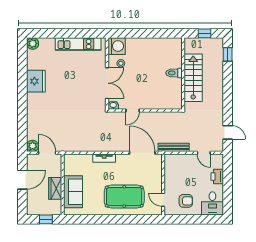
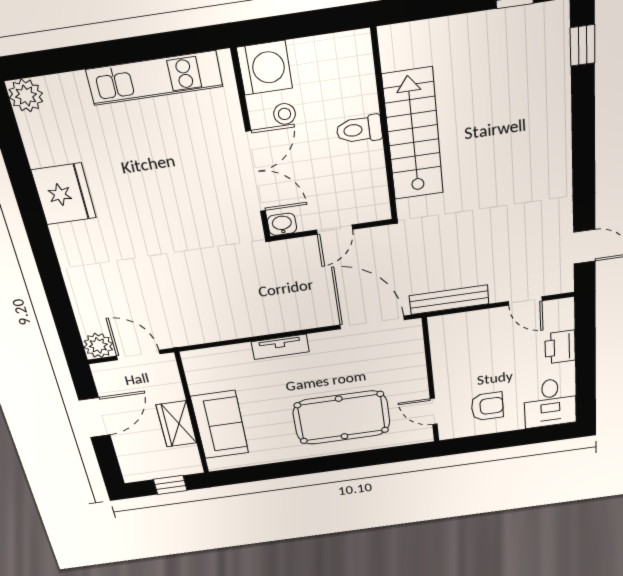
toilet: (174, 73) -> (359, 130), moved
wall: (183, 74) -> (384, 127), moved
stairs: (193, 78) -> (413, 135), moved

